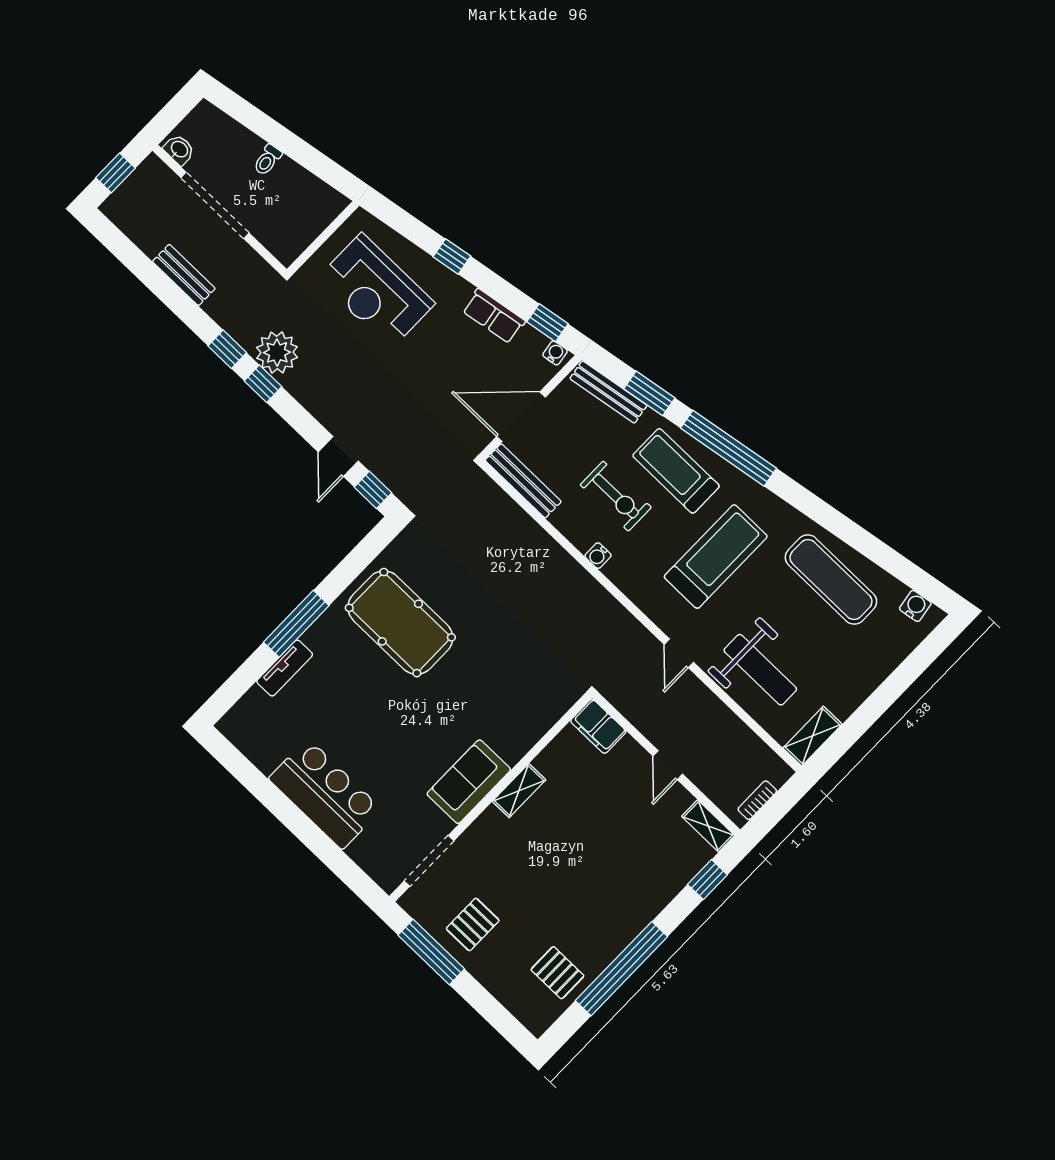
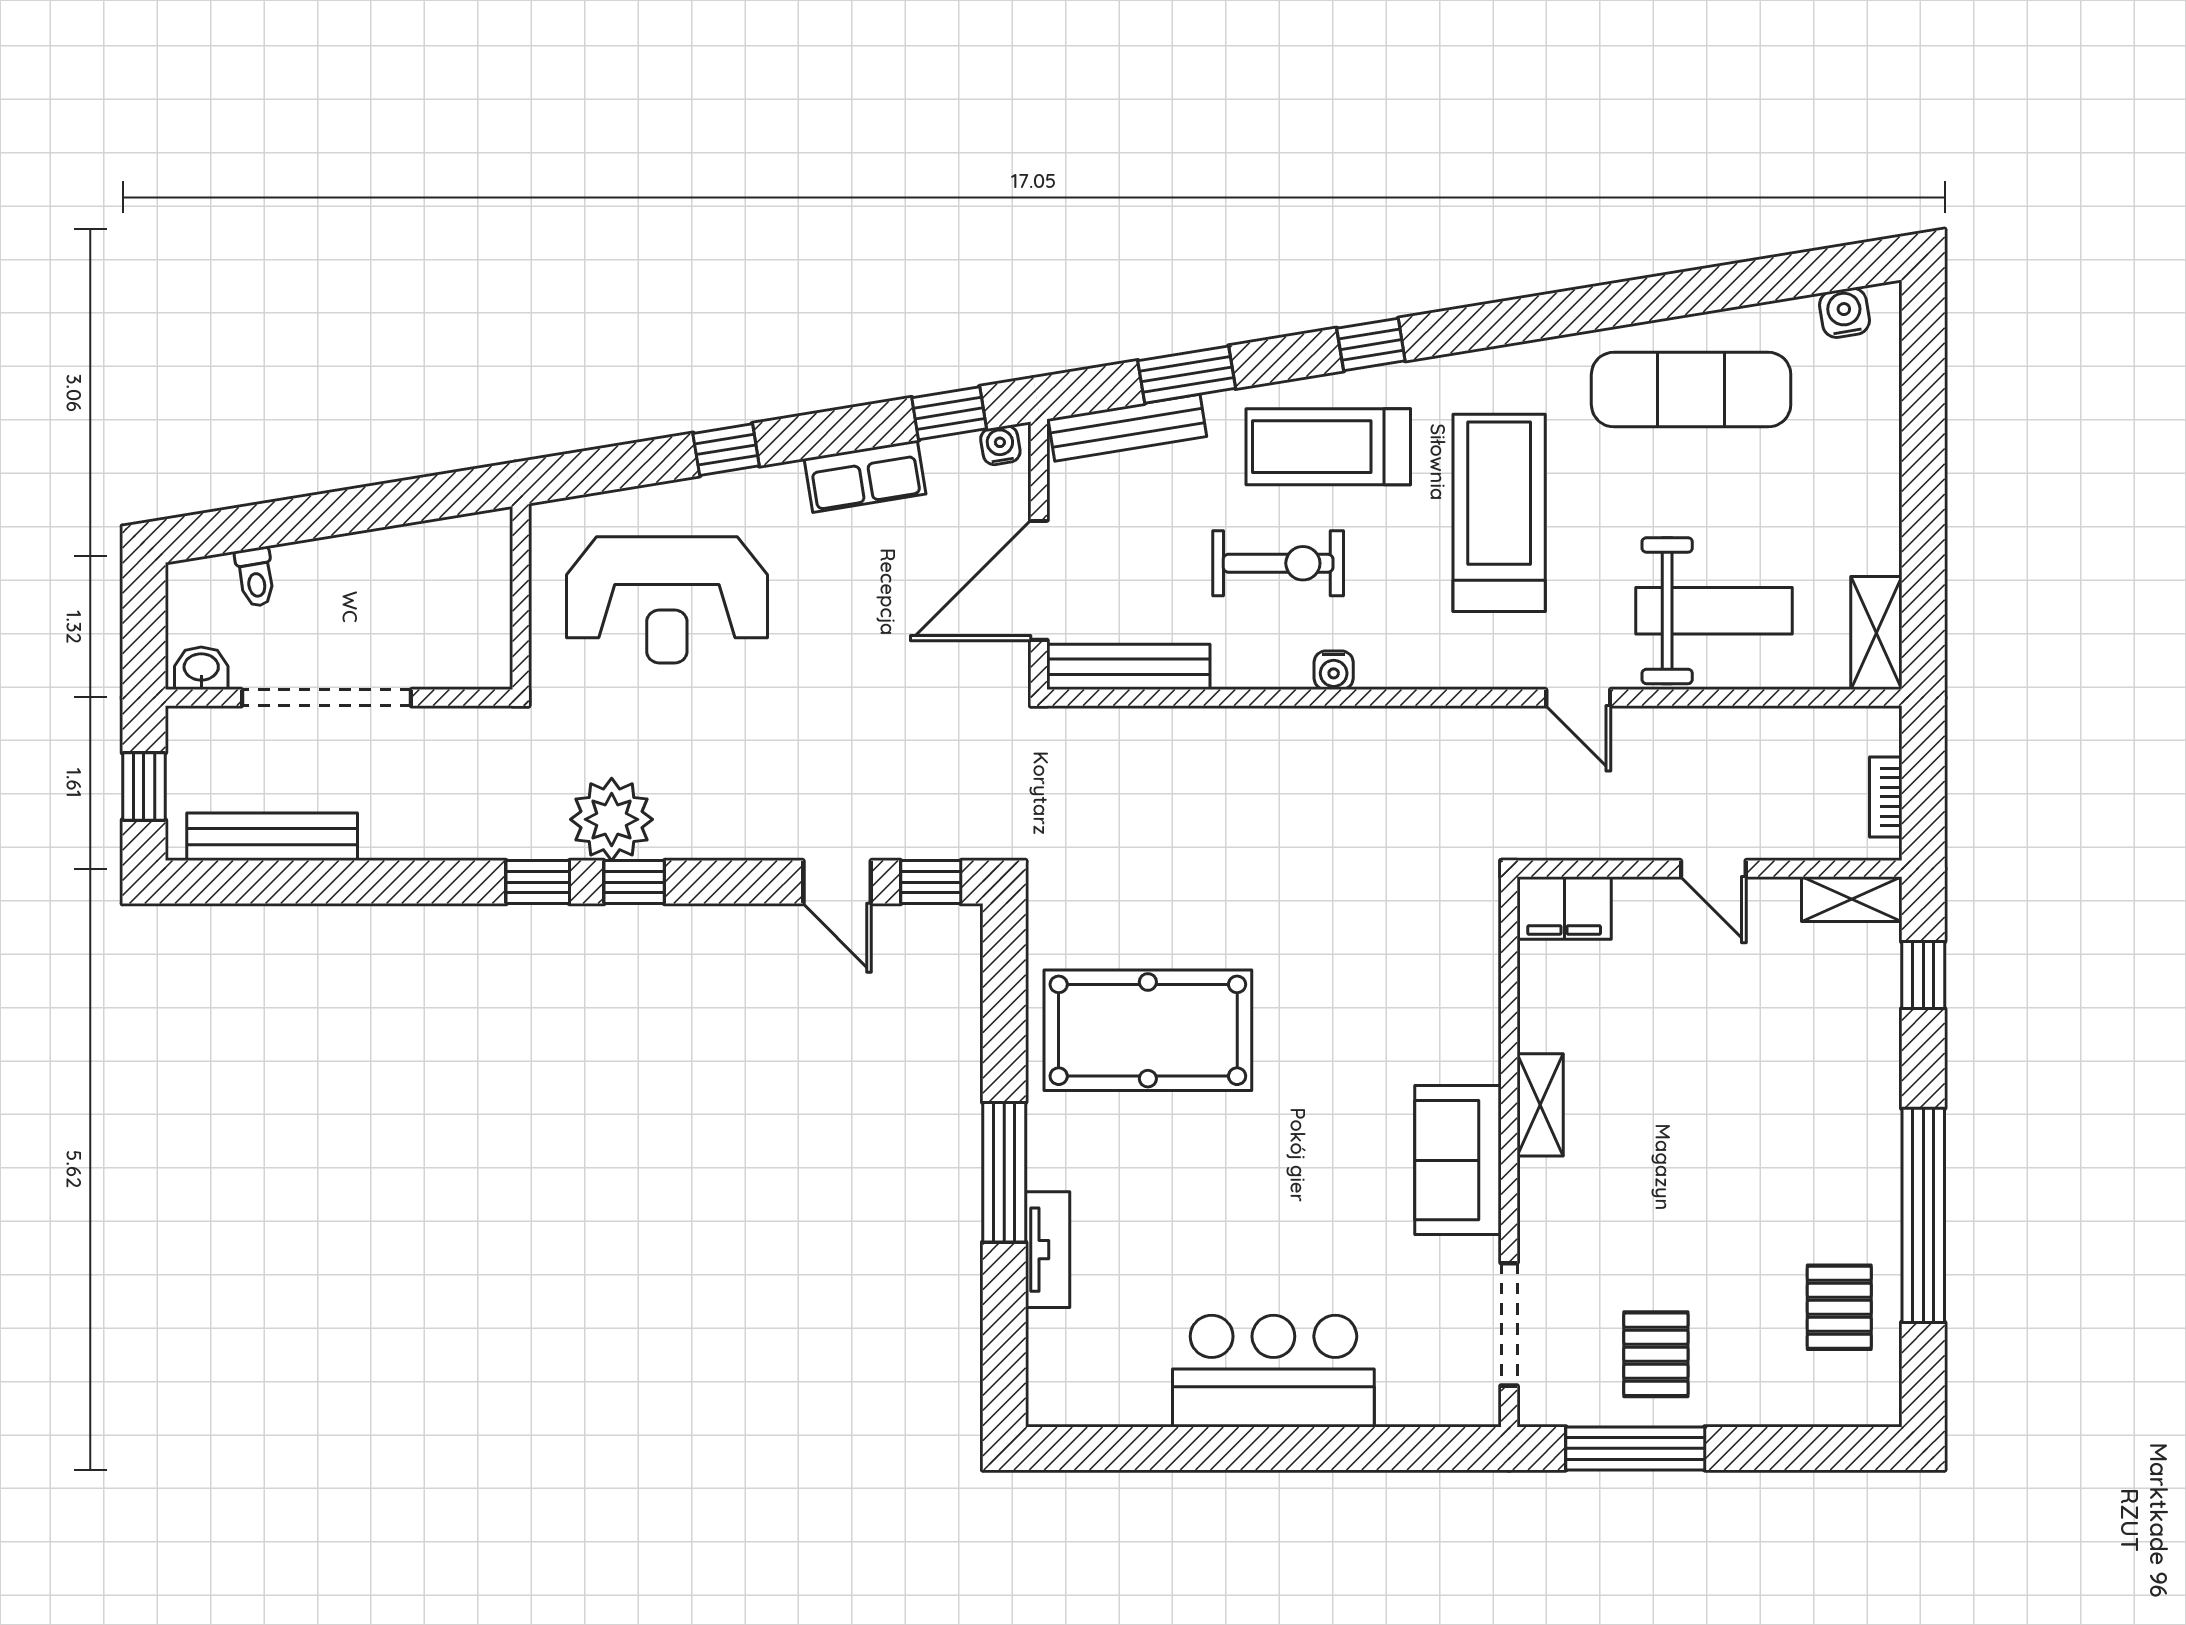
toilet: (268, 160) -> (256, 577), moved
bench: (184, 275) -> (272, 837), moved, width x1.36
window: (728, 448) -> (1371, 345), width x0.32
pallet: (557, 973) -> (1839, 1307), turned 90

